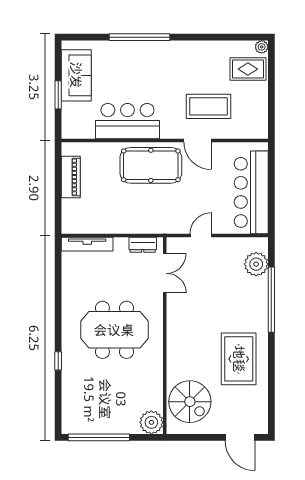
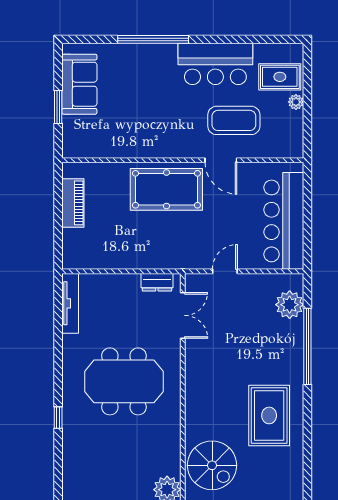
plant: (262, 47) -> (296, 102), moved
bar counter: (127, 121) -> (215, 64), moved, turned 180
tv unit: (87, 244) -> (70, 303), moved, turned -90

